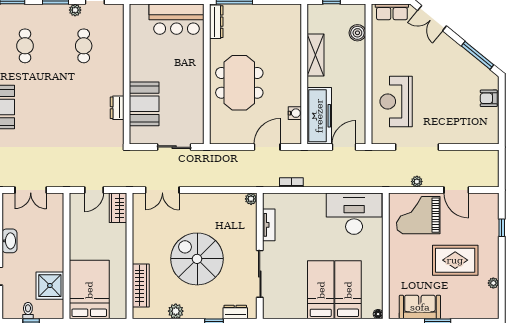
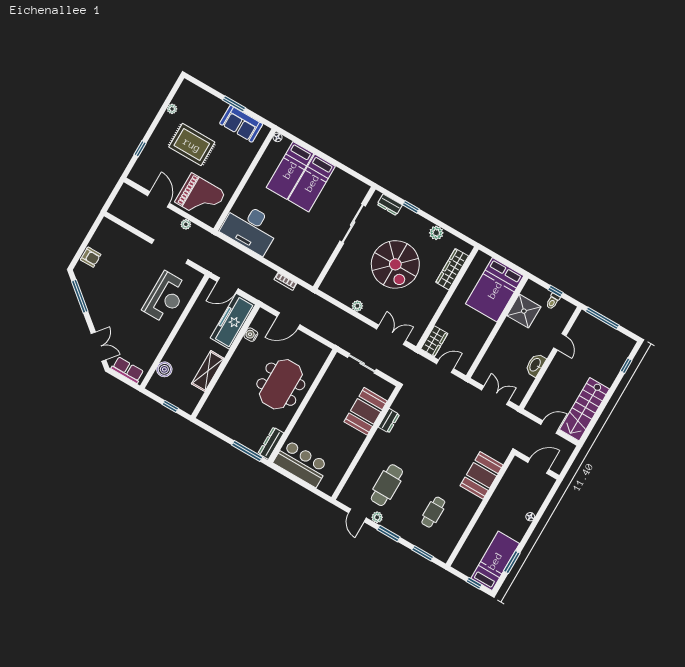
cafe table: (84, 46) -> (387, 485), width x1.37, depth x1.35
plant: (251, 199) -> (357, 306), moved
tv unit: (269, 225) -> (323, 258), removed

